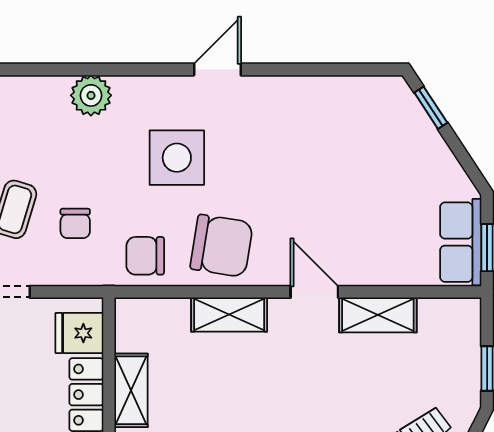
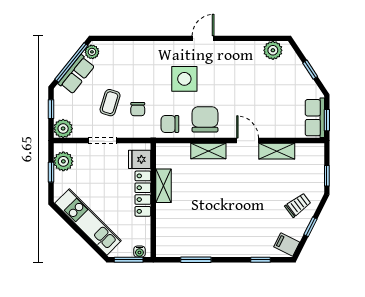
plant: (91, 95) -> (273, 50), moved
window: (431, 108) -> (310, 70), moved
chair: (222, 246) -> (205, 119), turned -99

